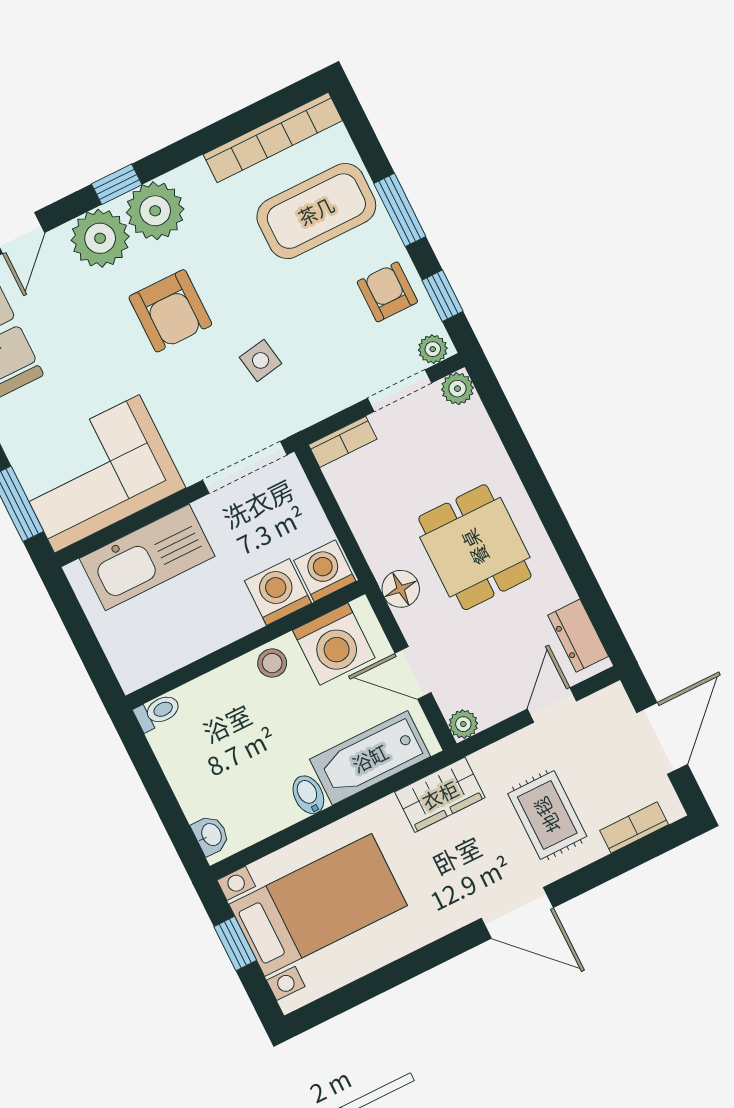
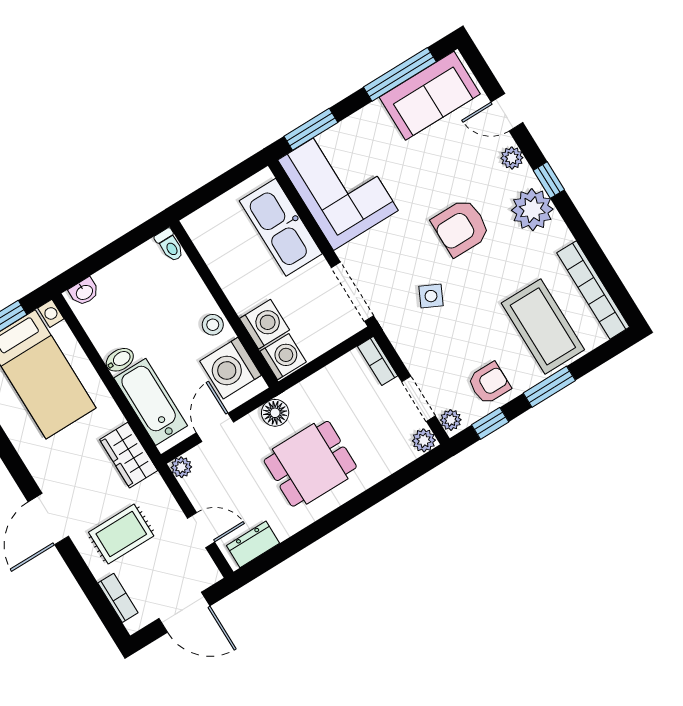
plant: (100, 238) -> (512, 158), width x0.53, depth x0.53
side table: (261, 360) -> (431, 296), turned 36

